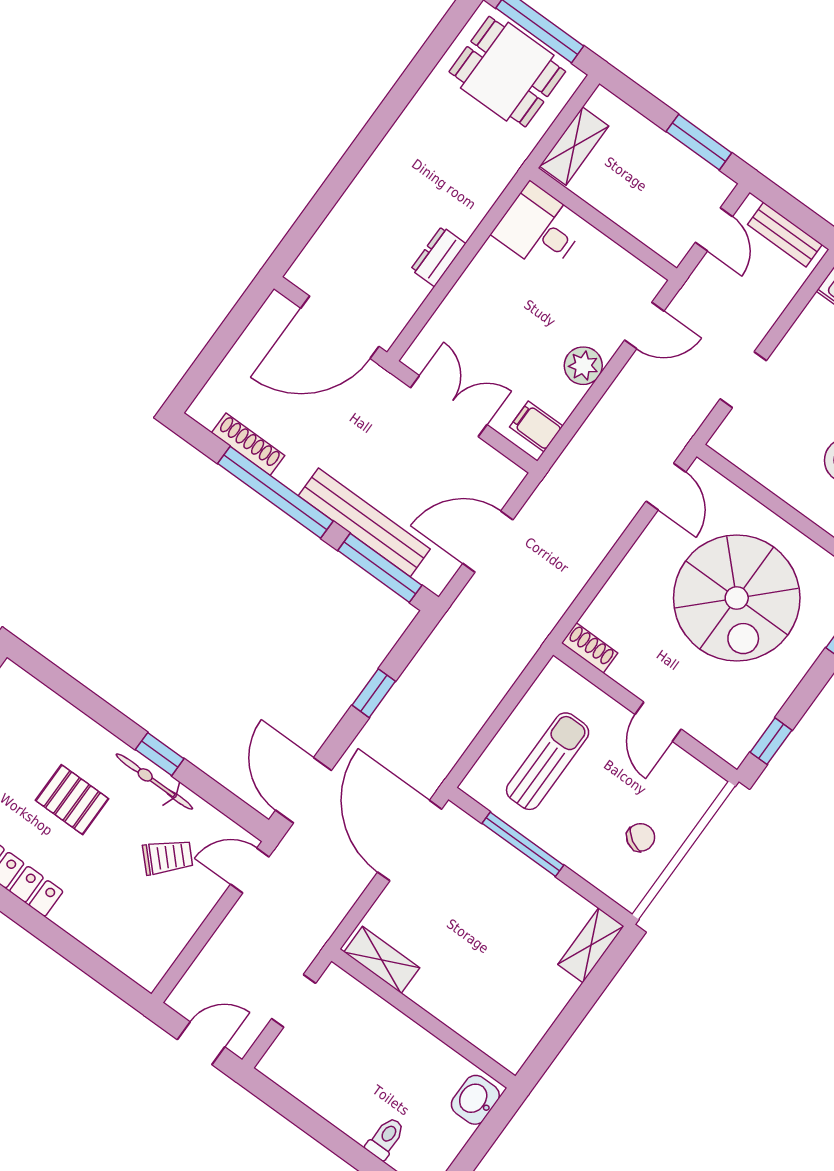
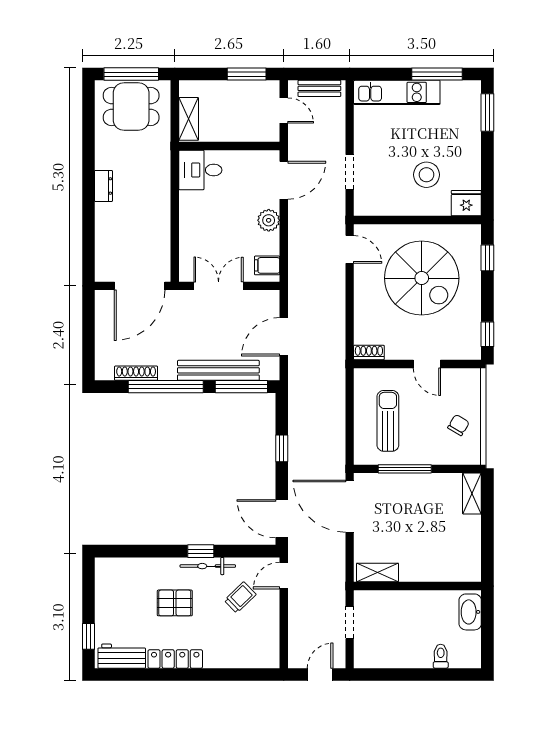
dresser: (438, 256) -> (103, 186), moved, turned 180
door: (644, 326) -> (284, 180), width x1.38
washbasin: (475, 1100) -> (470, 612), width x1.38

